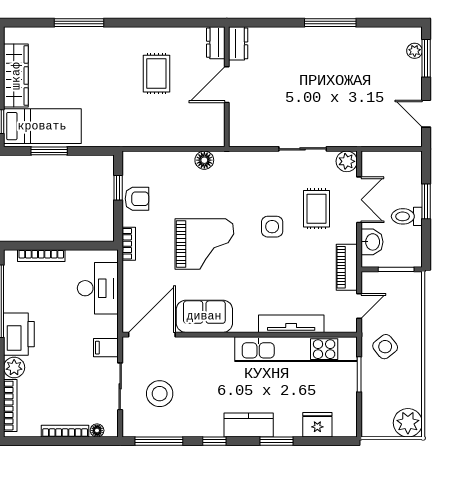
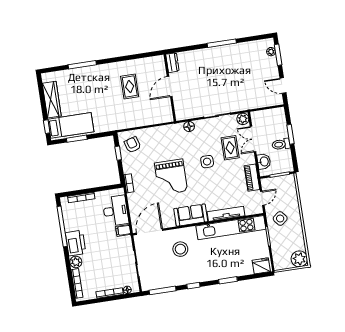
dresser: (216, 43) -> (160, 64), removed
floor lamp: (204, 160) -> (189, 127), moved
armchair: (137, 199) -> (133, 145), moved, turned -106
double door: (359, 200) -> (253, 139), swing flipped
grand piano: (204, 244) -> (171, 177), turned 90
sofa: (204, 316) -> (191, 215), moved
filing cabinet: (106, 348) -> (123, 230), moved
stool: (160, 394) -> (180, 249), moved
kitchen counter: (249, 425) -> (211, 274), removed
fridge: (317, 425) -> (261, 266), moved

